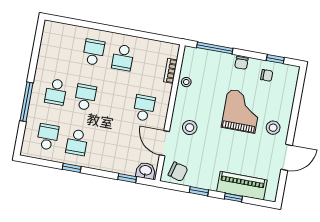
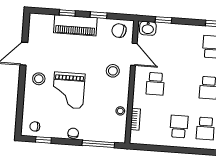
chair: (267, 75) -> (35, 126), moved
piano: (242, 186) -> (75, 25), moved

